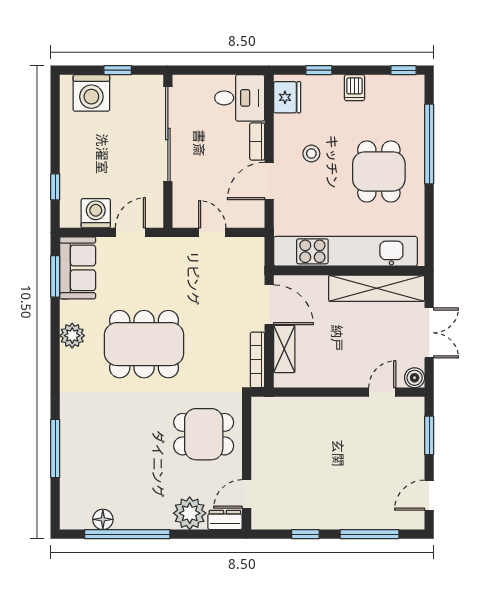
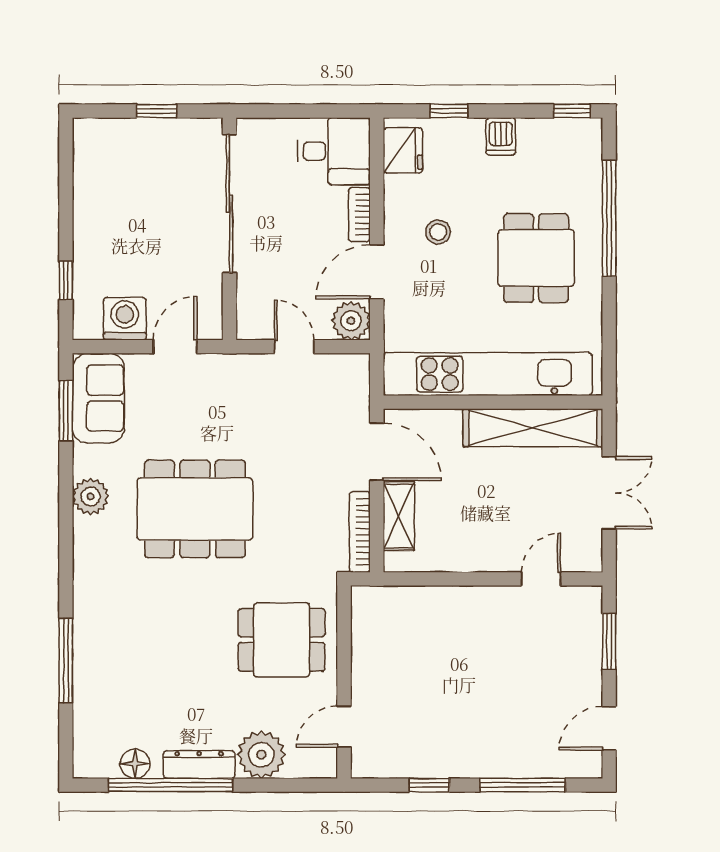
washing machine: (91, 93) -> (118, 144), removed
plant: (251, 215) -> (351, 321), added
boiler: (415, 378) -> (588, 558), removed
dresser: (225, 520) -> (199, 765), moved, width x1.44

